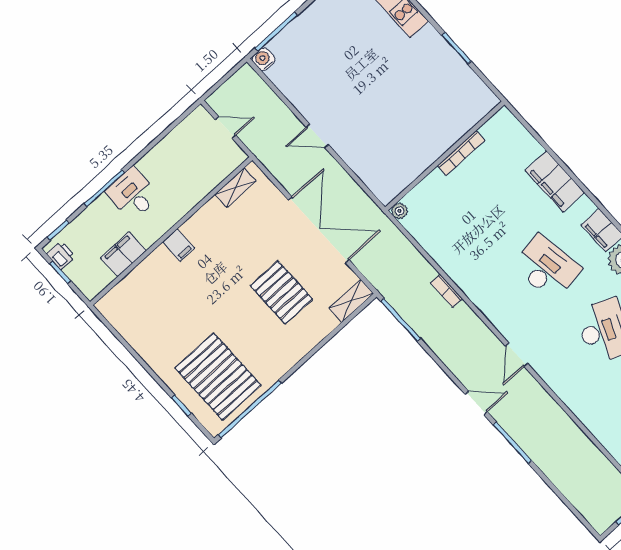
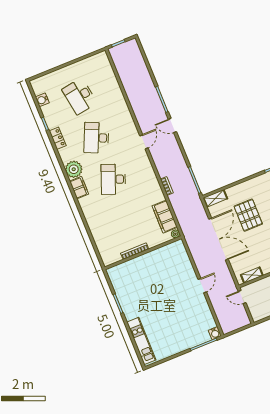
door: (225, 127) -> (242, 297), moved
door: (317, 136) -> (202, 286), hinge flipped
filing cabinet: (555, 181) -> (165, 217), moved, turned 180
double door: (319, 230) -> (219, 239), swing flipped
desk: (547, 268) -> (113, 179), turned 30

